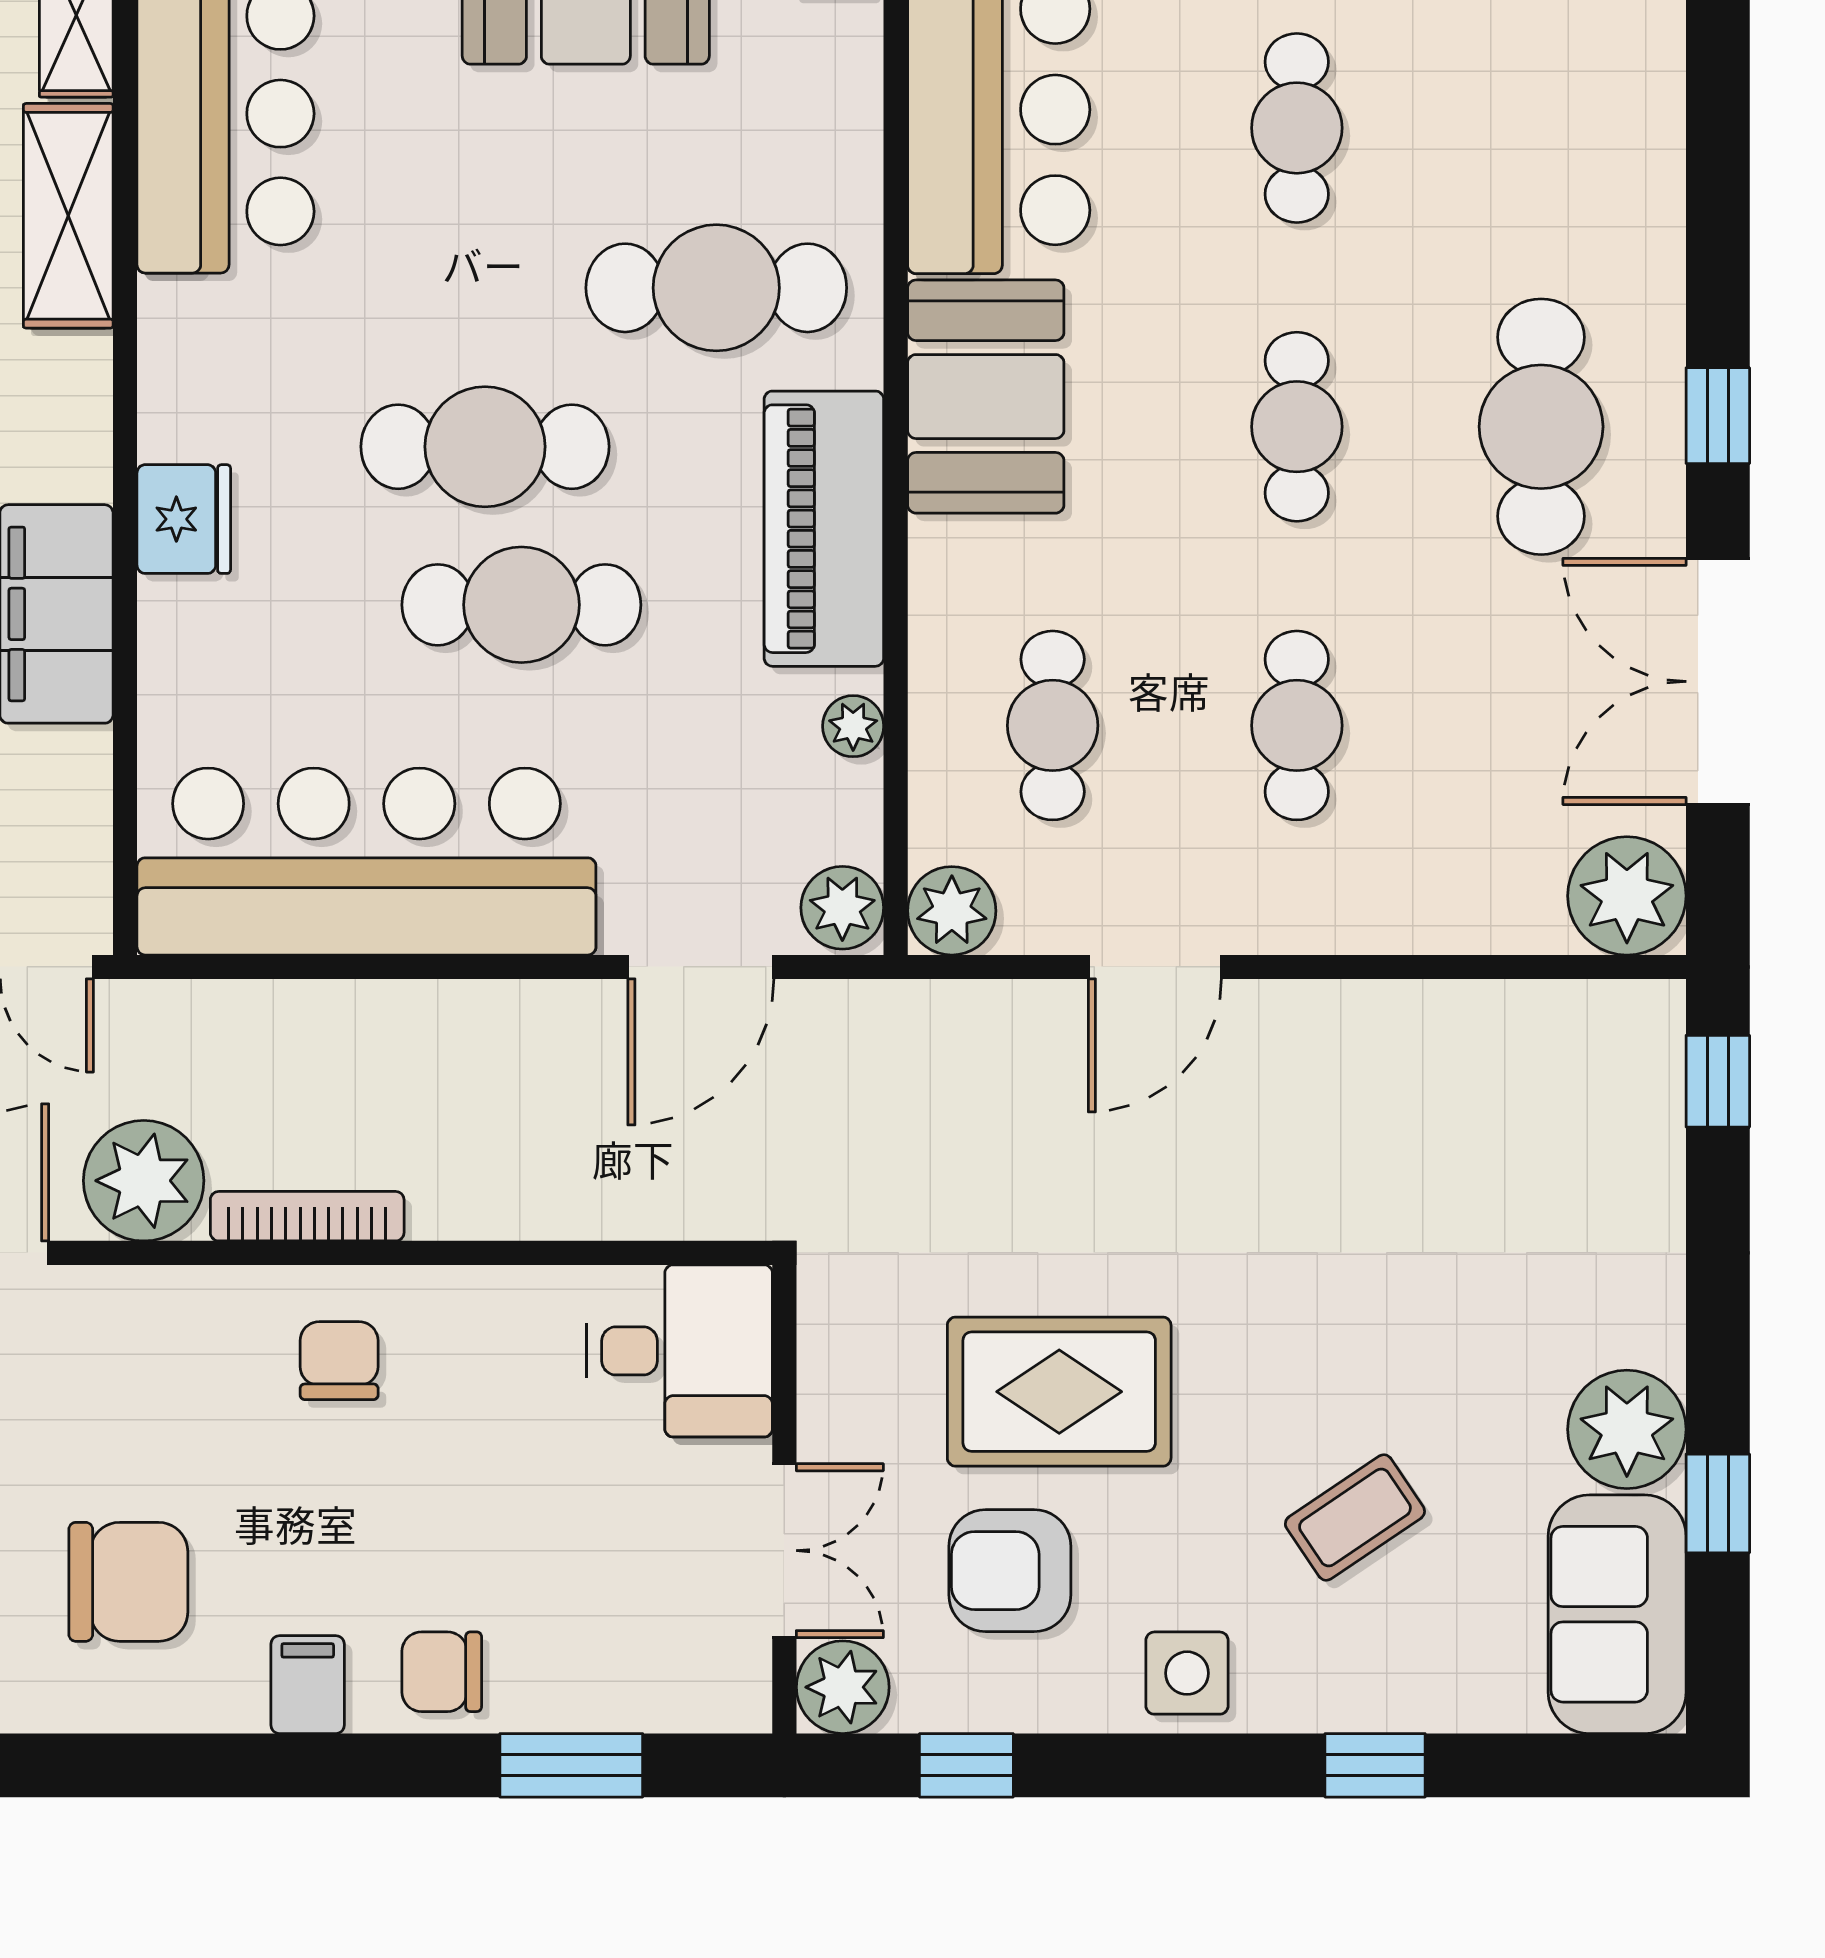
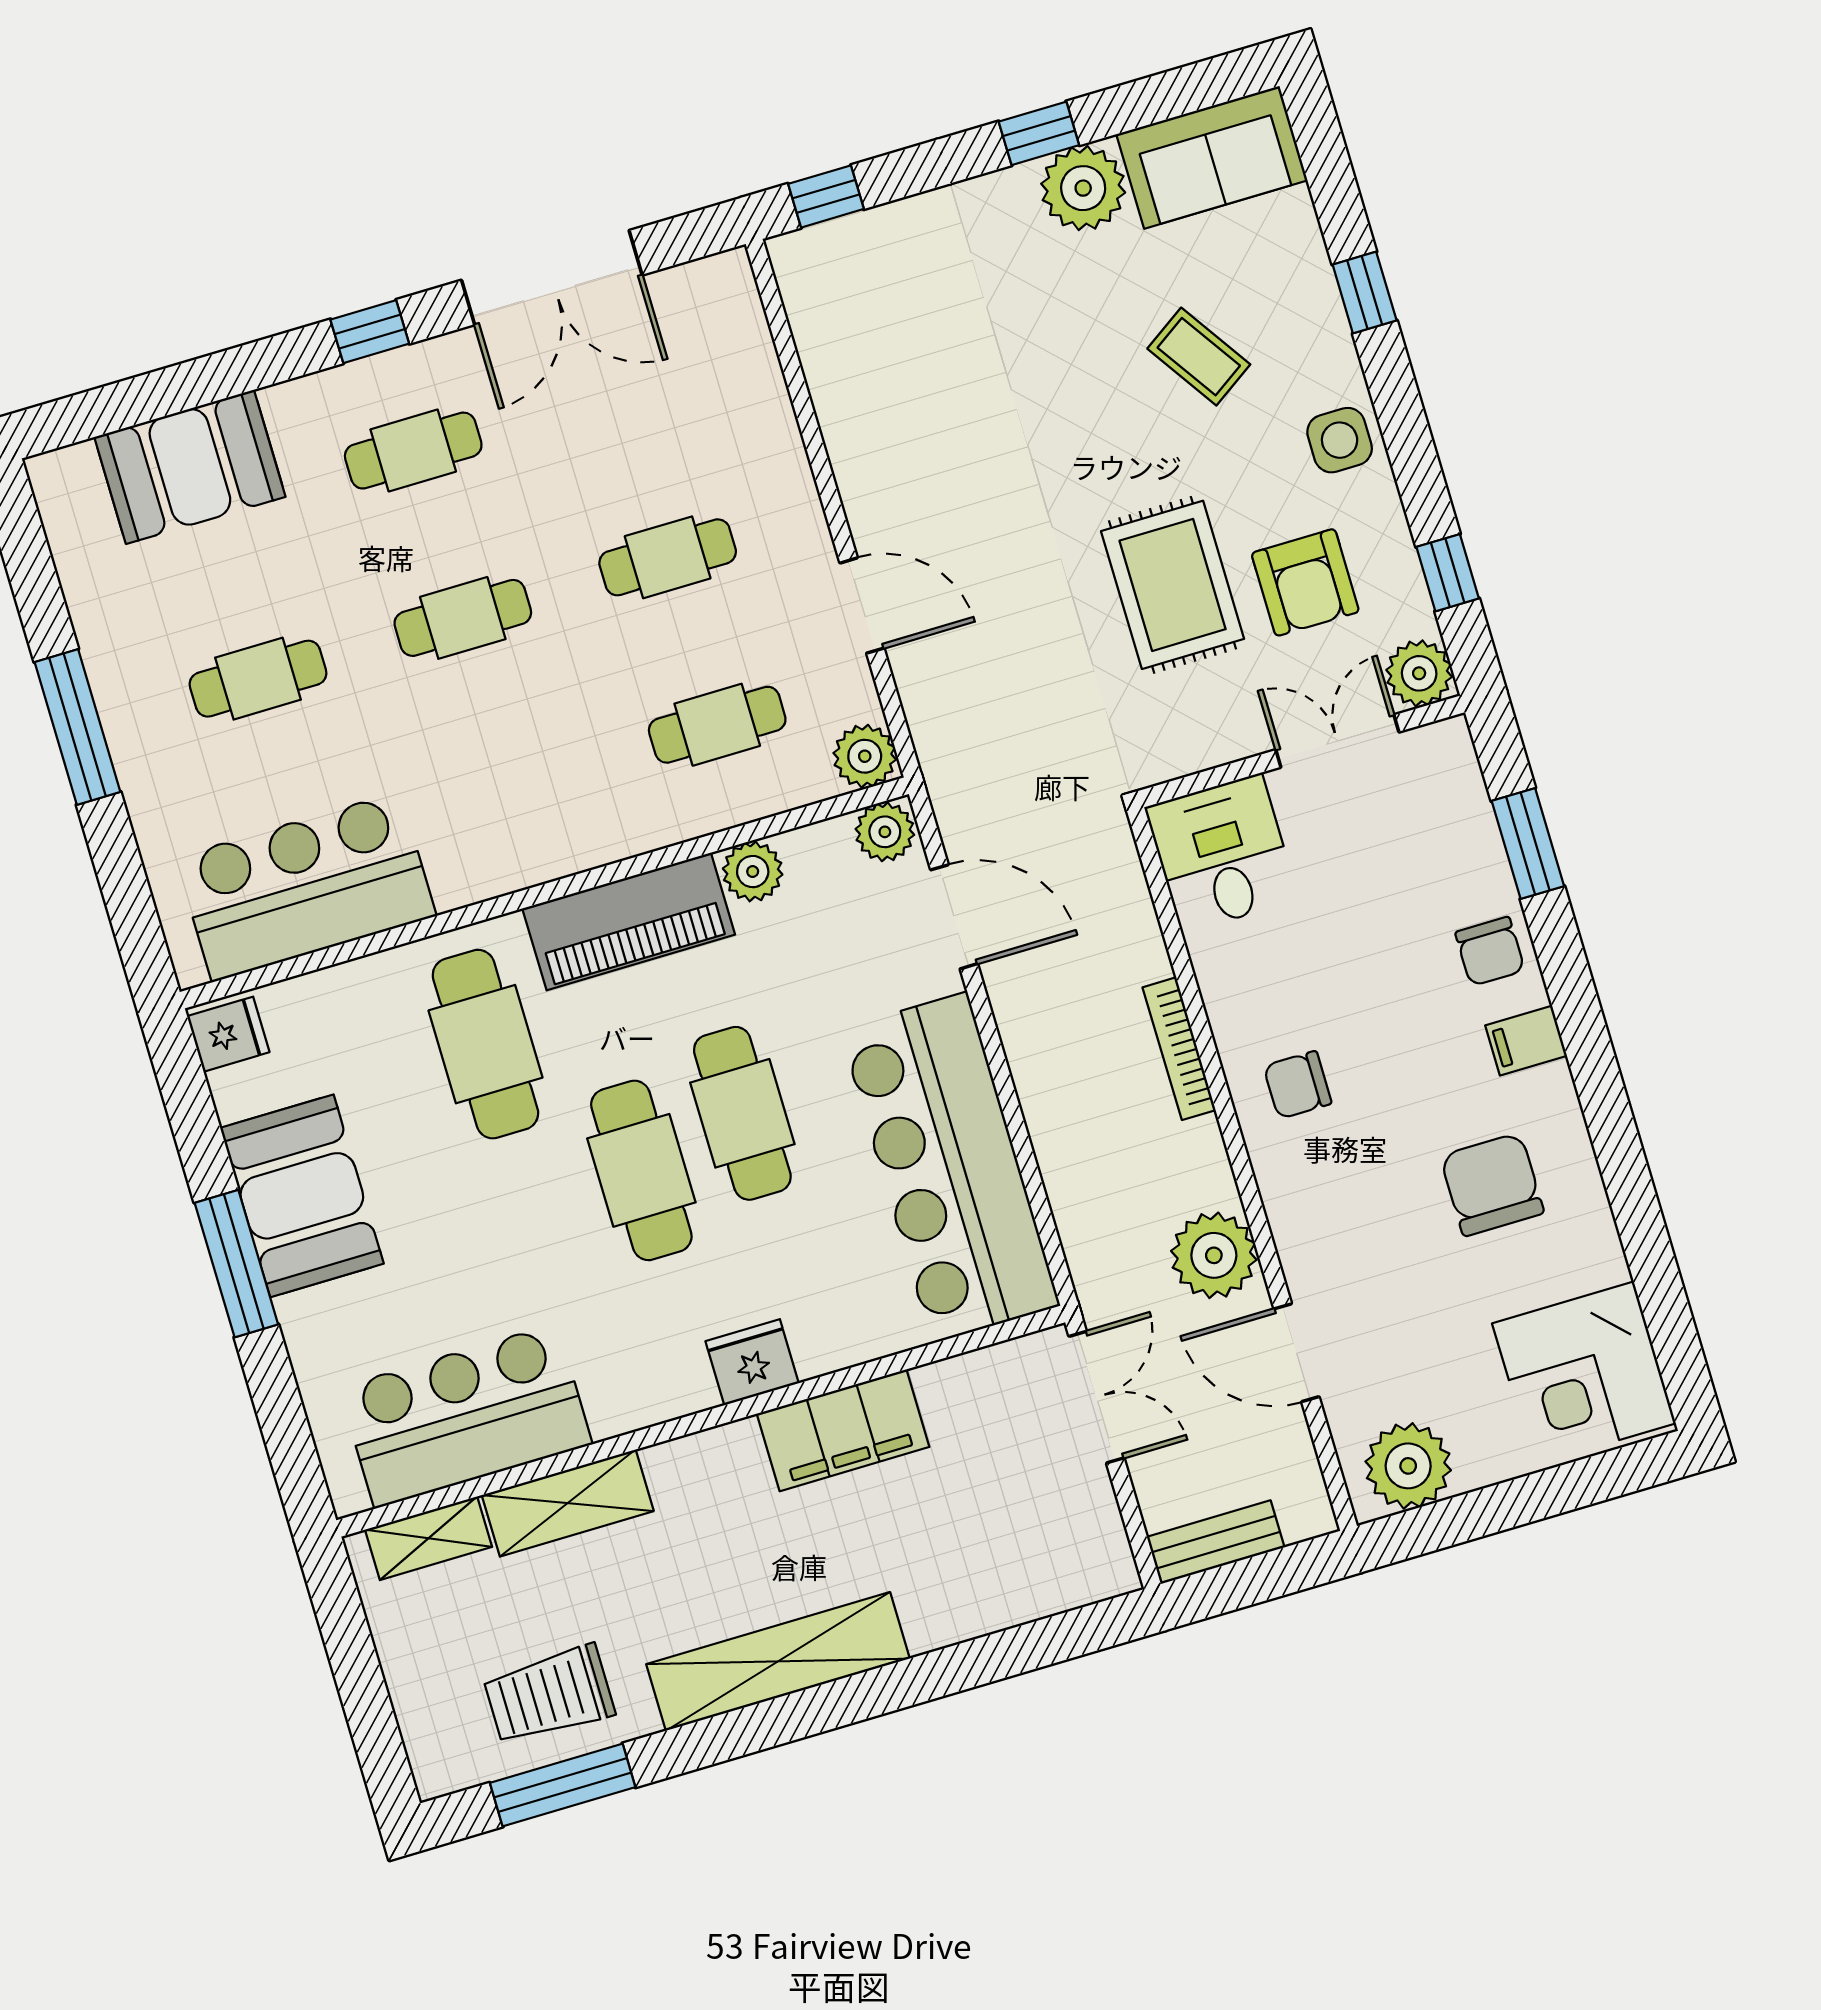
booth: (986, 397) -> (190, 467), moved
cafe table: (1541, 427) -> (413, 451), width x0.73, depth x0.74
plant: (853, 726) -> (753, 872), width x1.38, depth x1.38
plant: (1627, 896) -> (717, 296), removed
bookcase: (307, 1216) -> (1179, 1049), moved
window: (1718, 1503) -> (1039, 133), moved

